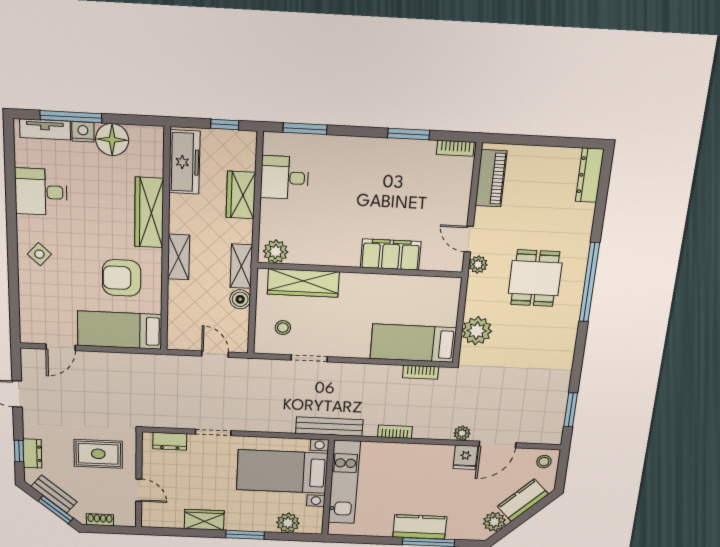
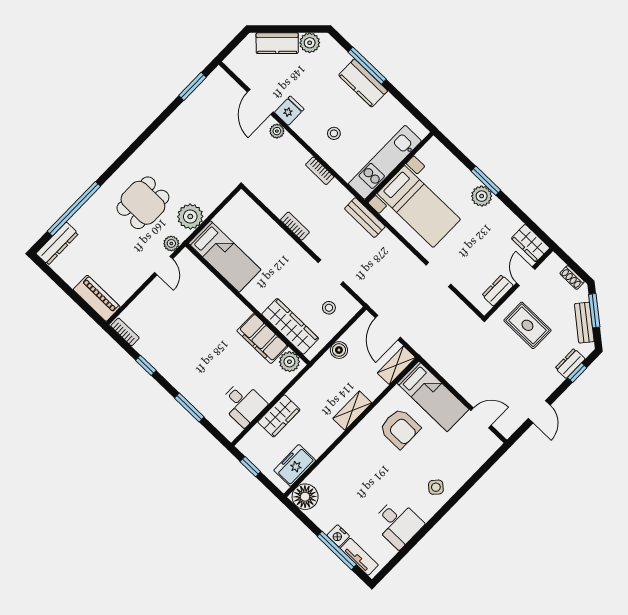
window: (305, 129) -> (189, 407), moved
window: (409, 134) -> (146, 365), width x0.67
floor lamp: (112, 140) -> (305, 497), moved
freezer: (184, 162) -> (295, 465), width x0.71
piano: (491, 178) -> (97, 298), moved, turned 90
wardrobe: (149, 213) -> (344, 454), removed
filing cabinet: (391, 255) -> (262, 338), moved
shelving: (241, 266) -> (396, 365), moved
window: (589, 282) -> (74, 209), moved
plant: (477, 331) -> (190, 217), moved
bed: (413, 343) -> (225, 256), moved
door: (215, 354) -> (388, 328), width x1.38
bookcase: (421, 372) -> (295, 226), moved
bench: (329, 427) -> (365, 218), width x0.73
dresser: (170, 441) -> (498, 290), moved, turned -90
door: (498, 444) -> (260, 102), swing flipped
stool: (544, 462) -> (334, 133), moved
wardrobe: (204, 520) -> (531, 243), moved
plant: (288, 523) -> (482, 196), moved

